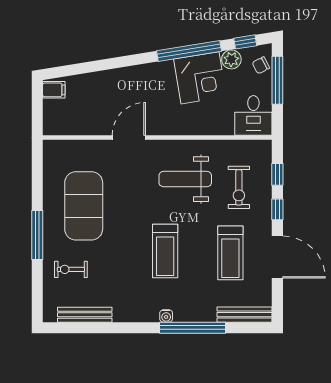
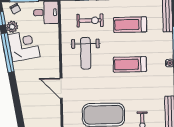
treadmill: (165, 251) -> (130, 64), turned 180
treadmill: (230, 253) -> (130, 25), turned 180

